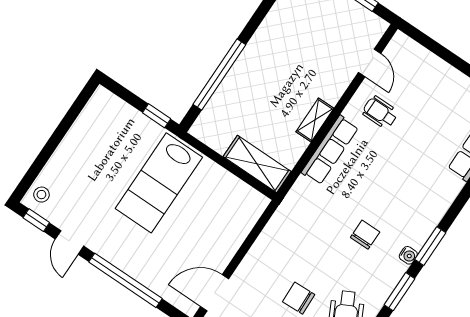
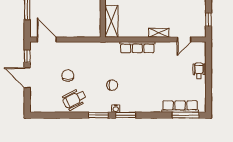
wheelchair: (380, 112) -> (199, 71), moved
shelving: (315, 120) -> (159, 33), moved

